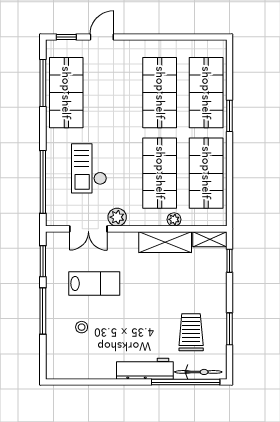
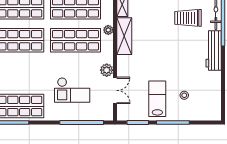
lab bench: (94, 283) -> (157, 99), moved

